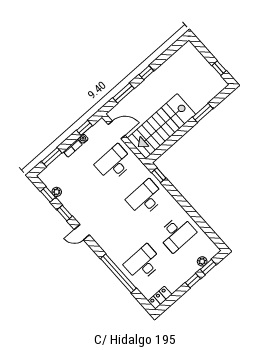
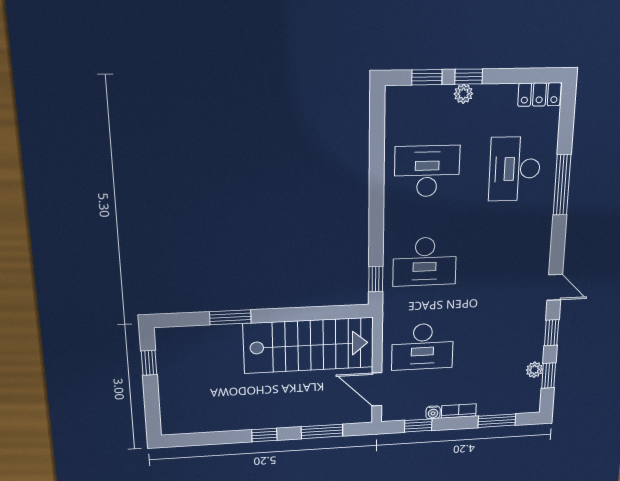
plant: (202, 261) -> (463, 94), moved
desk: (143, 263) -> (515, 169), turned 90
window: (118, 273) -> (562, 185), width x0.68

